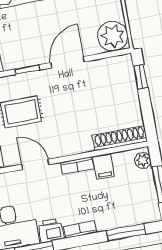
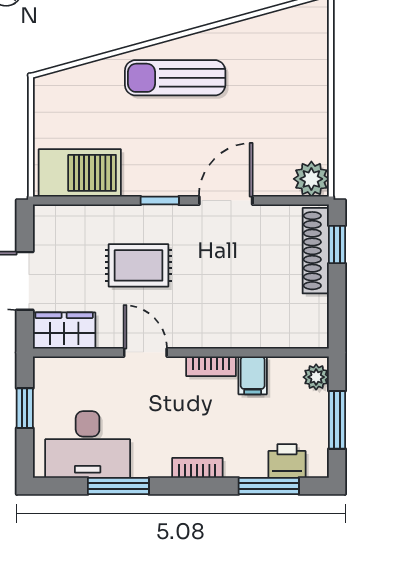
plant: (113, 36) -> (311, 179), width x0.73, depth x0.73
shoe rack: (120, 138) -> (316, 251), moved, turned -90
printer: (51, 230) -> (287, 461), moved

